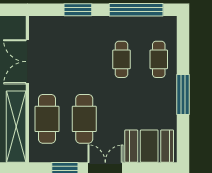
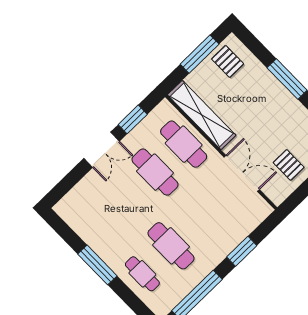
cafe table: (121, 59) -> (171, 246), width x1.37, depth x1.35
booth: (149, 146) -> (85, 200), removed

